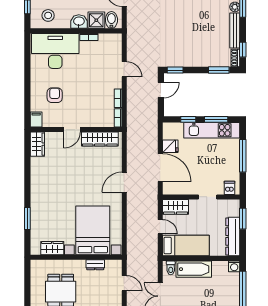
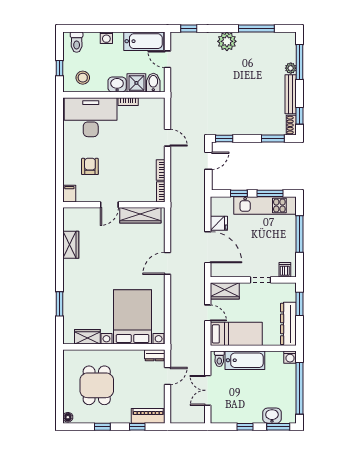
wardrobe: (37, 144) -> (71, 245), moved
dresser: (95, 265) -> (155, 355), moved
door: (124, 283) -> (167, 376), hinge flipped

